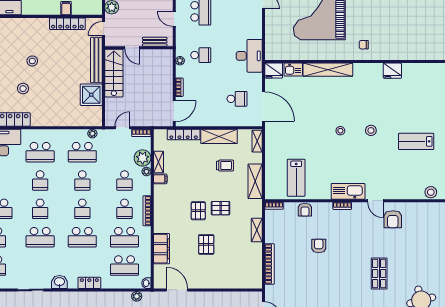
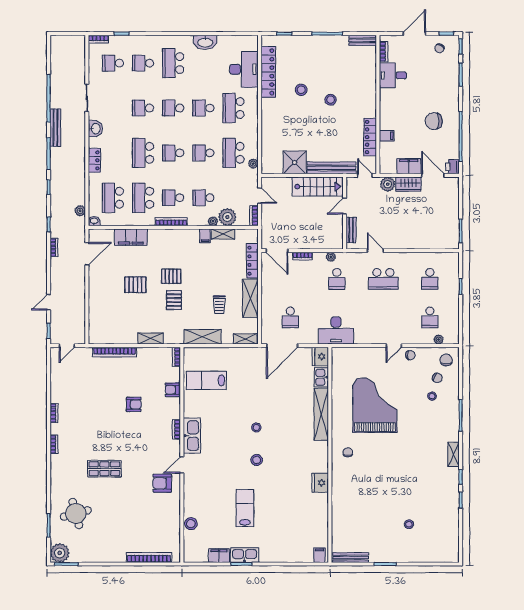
door: (174, 19) -> (375, 251), hinge flipped
school desk: (40, 237) -> (143, 108), width x0.54

